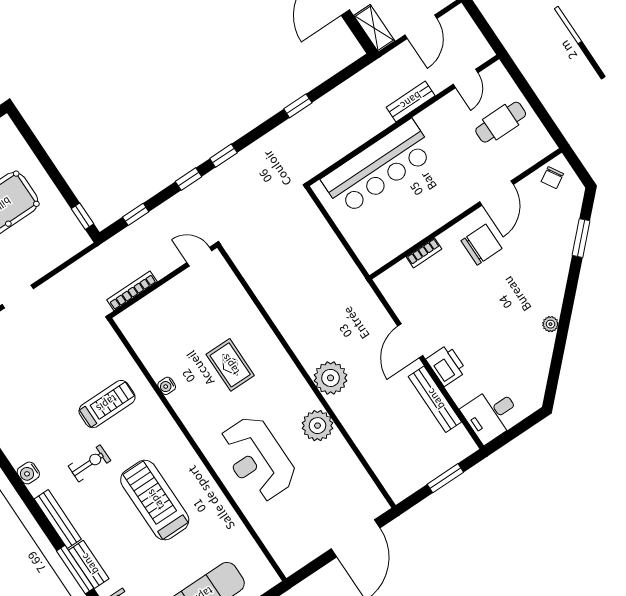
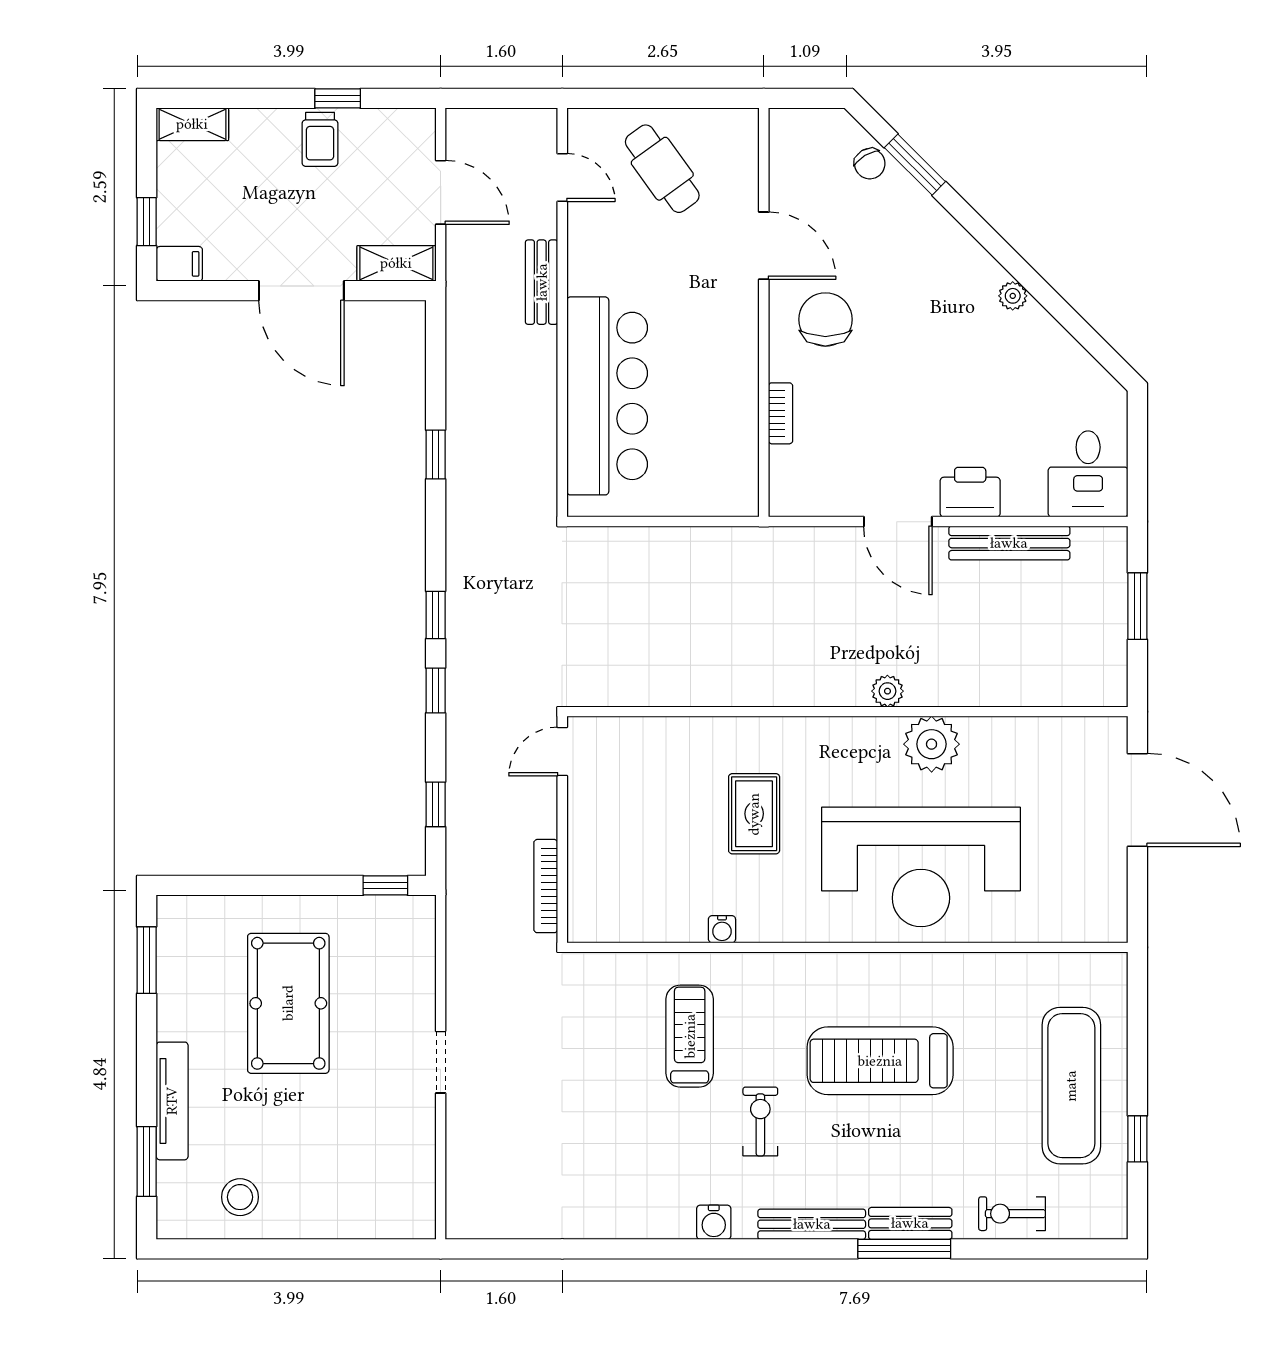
cafe table: (501, 122) -> (662, 169), turned -36
chair: (552, 178) -> (870, 164), moved
rug: (230, 365) -> (754, 814), turned 90
plant: (331, 378) -> (887, 691), width x0.53, depth x0.53
reception desk: (257, 459) -> (921, 867), width x1.36, depth x1.30

